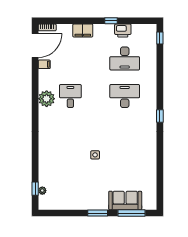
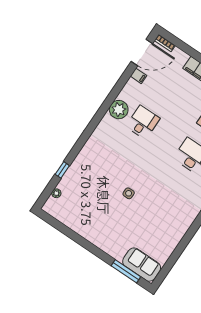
window: (35, 189) -> (62, 170), moved
sofa: (125, 200) -> (142, 265), moved
window: (98, 213) -> (94, 250), removed

